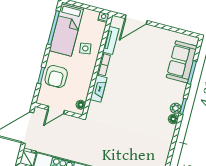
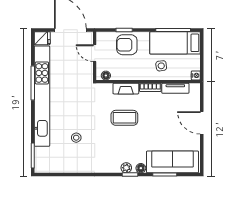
door: (136, 20) -> (202, 123), moved
sofa: (182, 62) -> (173, 162), width x1.36
coffee table: (127, 97) -> (124, 118), added
floor lamp: (173, 119) -> (141, 168), moved
stool: (134, 149) -> (76, 138), added

